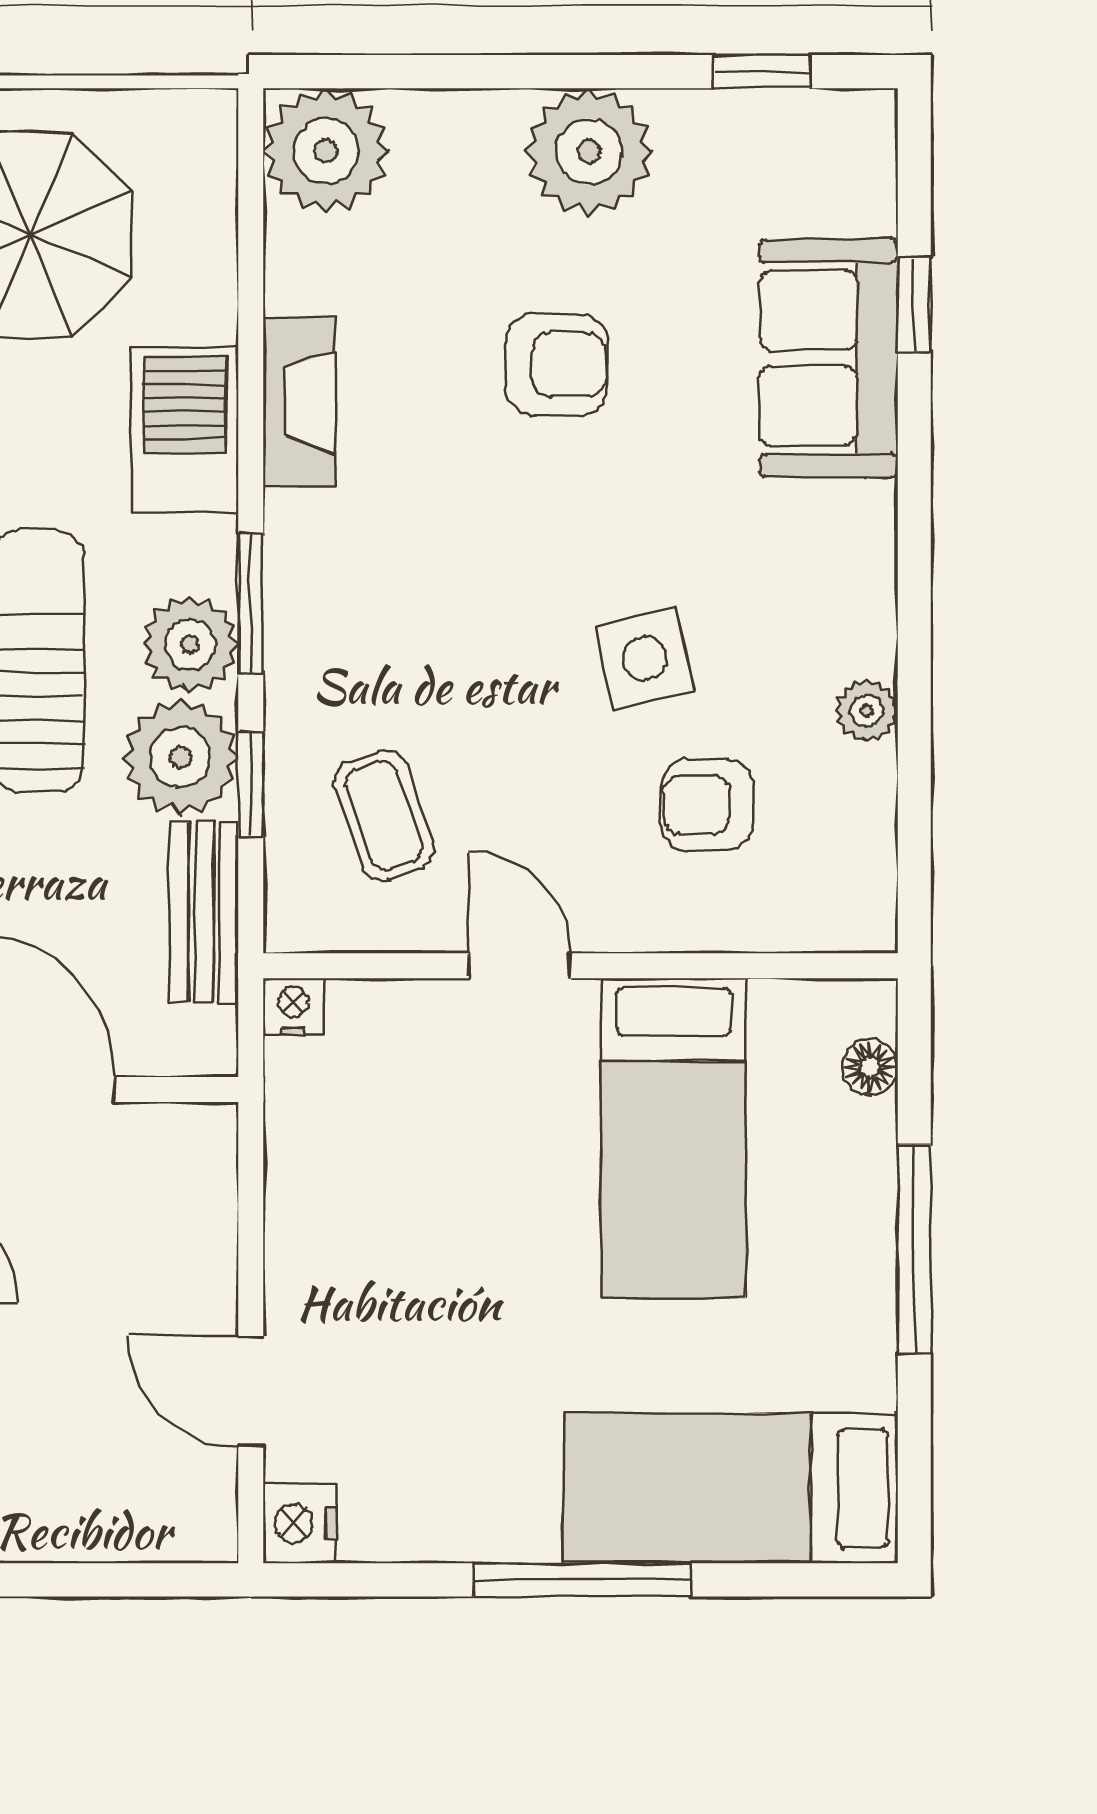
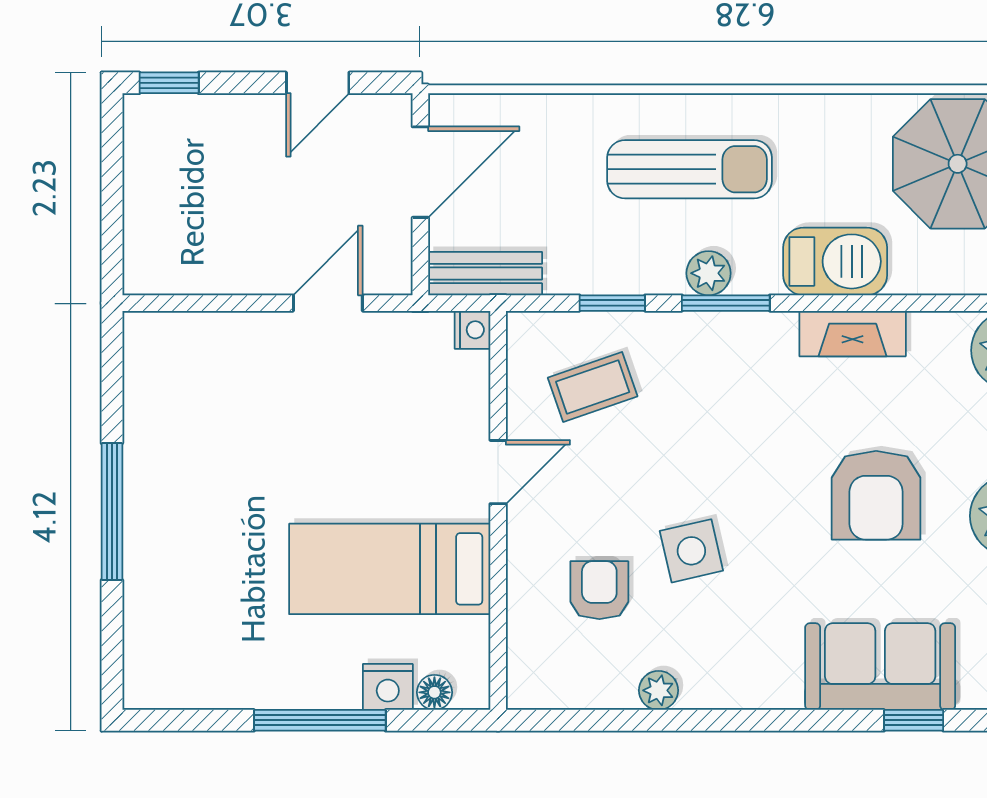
armchair: (556, 365) -> (876, 495), width x1.38, depth x1.38
plant: (190, 644) -> (709, 273), width x0.73, depth x0.73
plant: (180, 757) -> (629, 259), removed
bench: (204, 912) -> (485, 274), moved
door: (251, 1391) -> (328, 303), moved
bed: (731, 1488) -> (170, 605), removed
nightstand: (300, 1524) -> (388, 687), moved, turned 180

